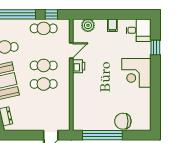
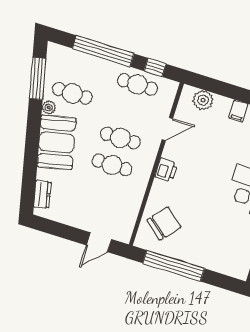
printer: (79, 66) -> (166, 170), moved
chair: (123, 121) -> (164, 224), moved, turned 130

